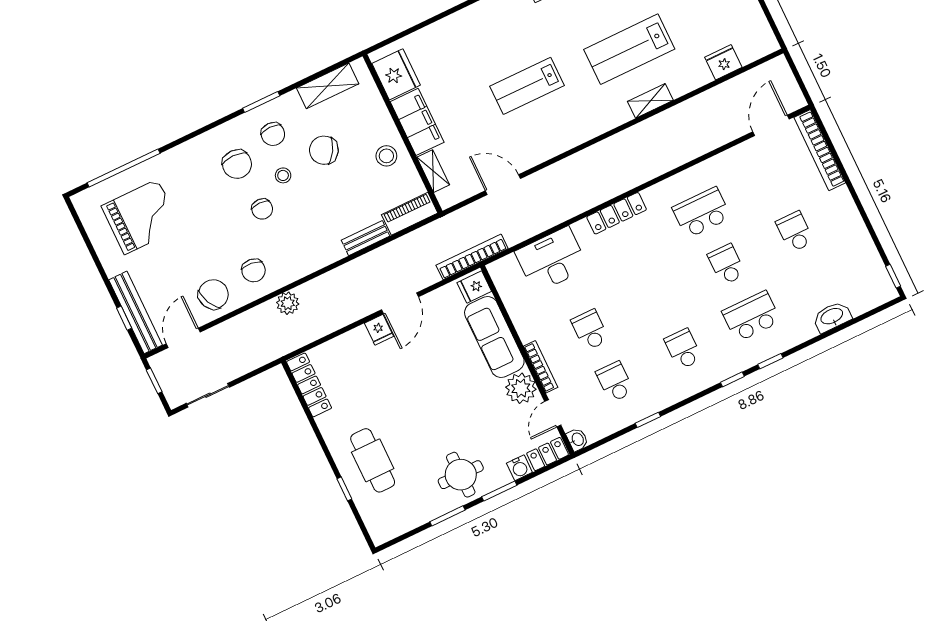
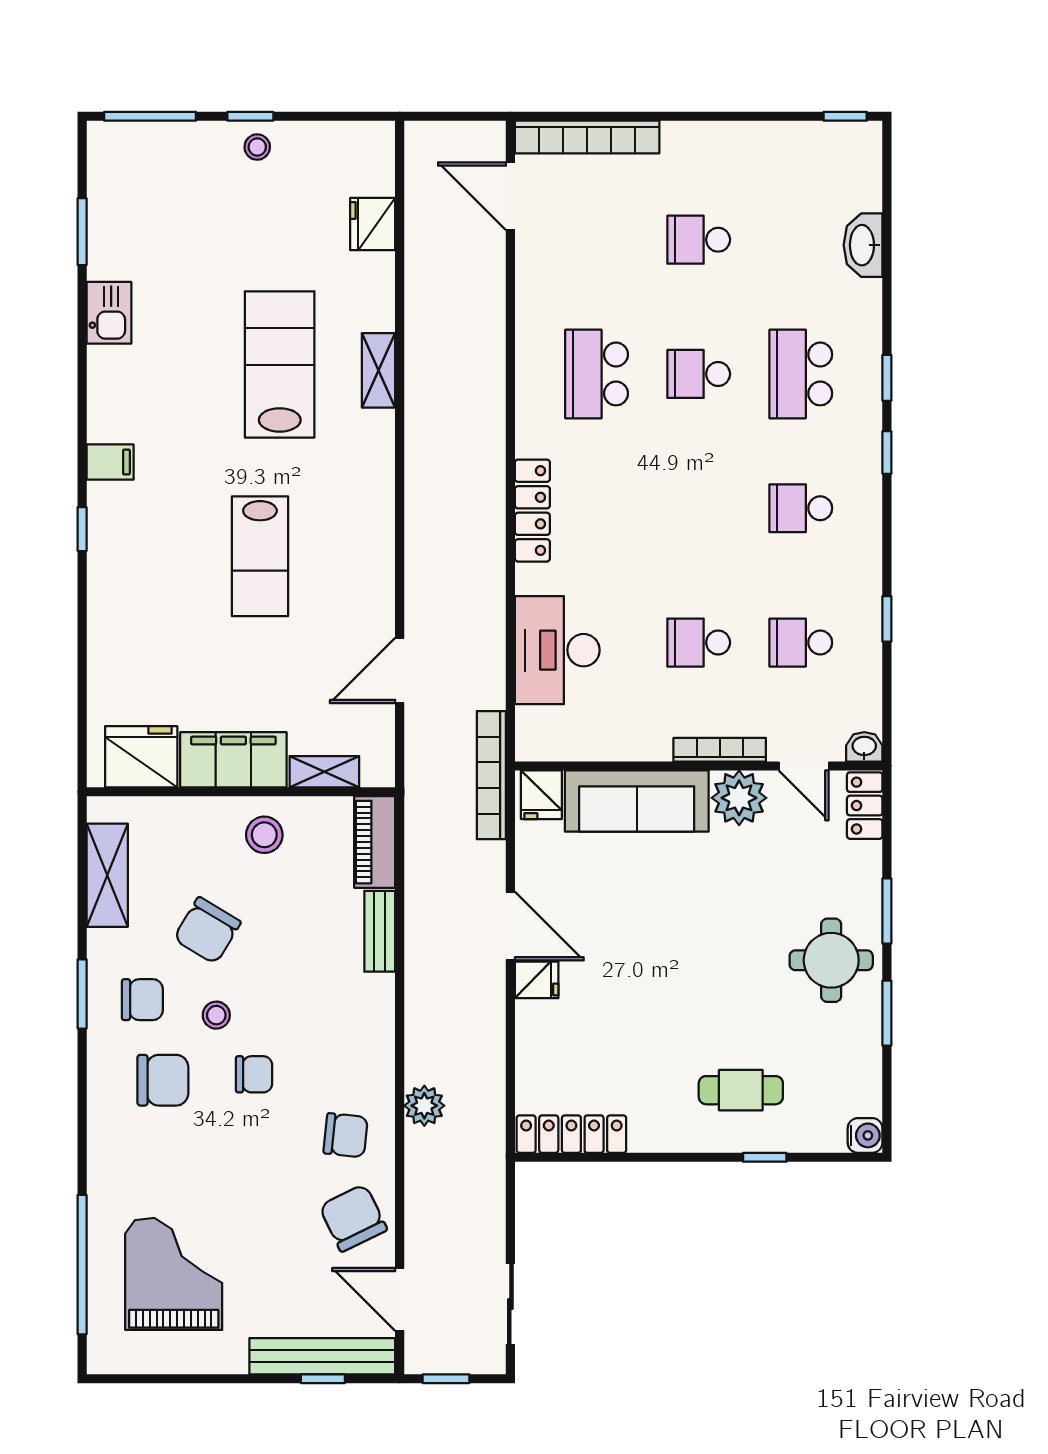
lab bench: (629, 49) -> (280, 364), turned 180
cafe table: (373, 460) -> (741, 1090), width x0.73, depth x0.74
water cooler: (519, 468) -> (865, 1135), moved

